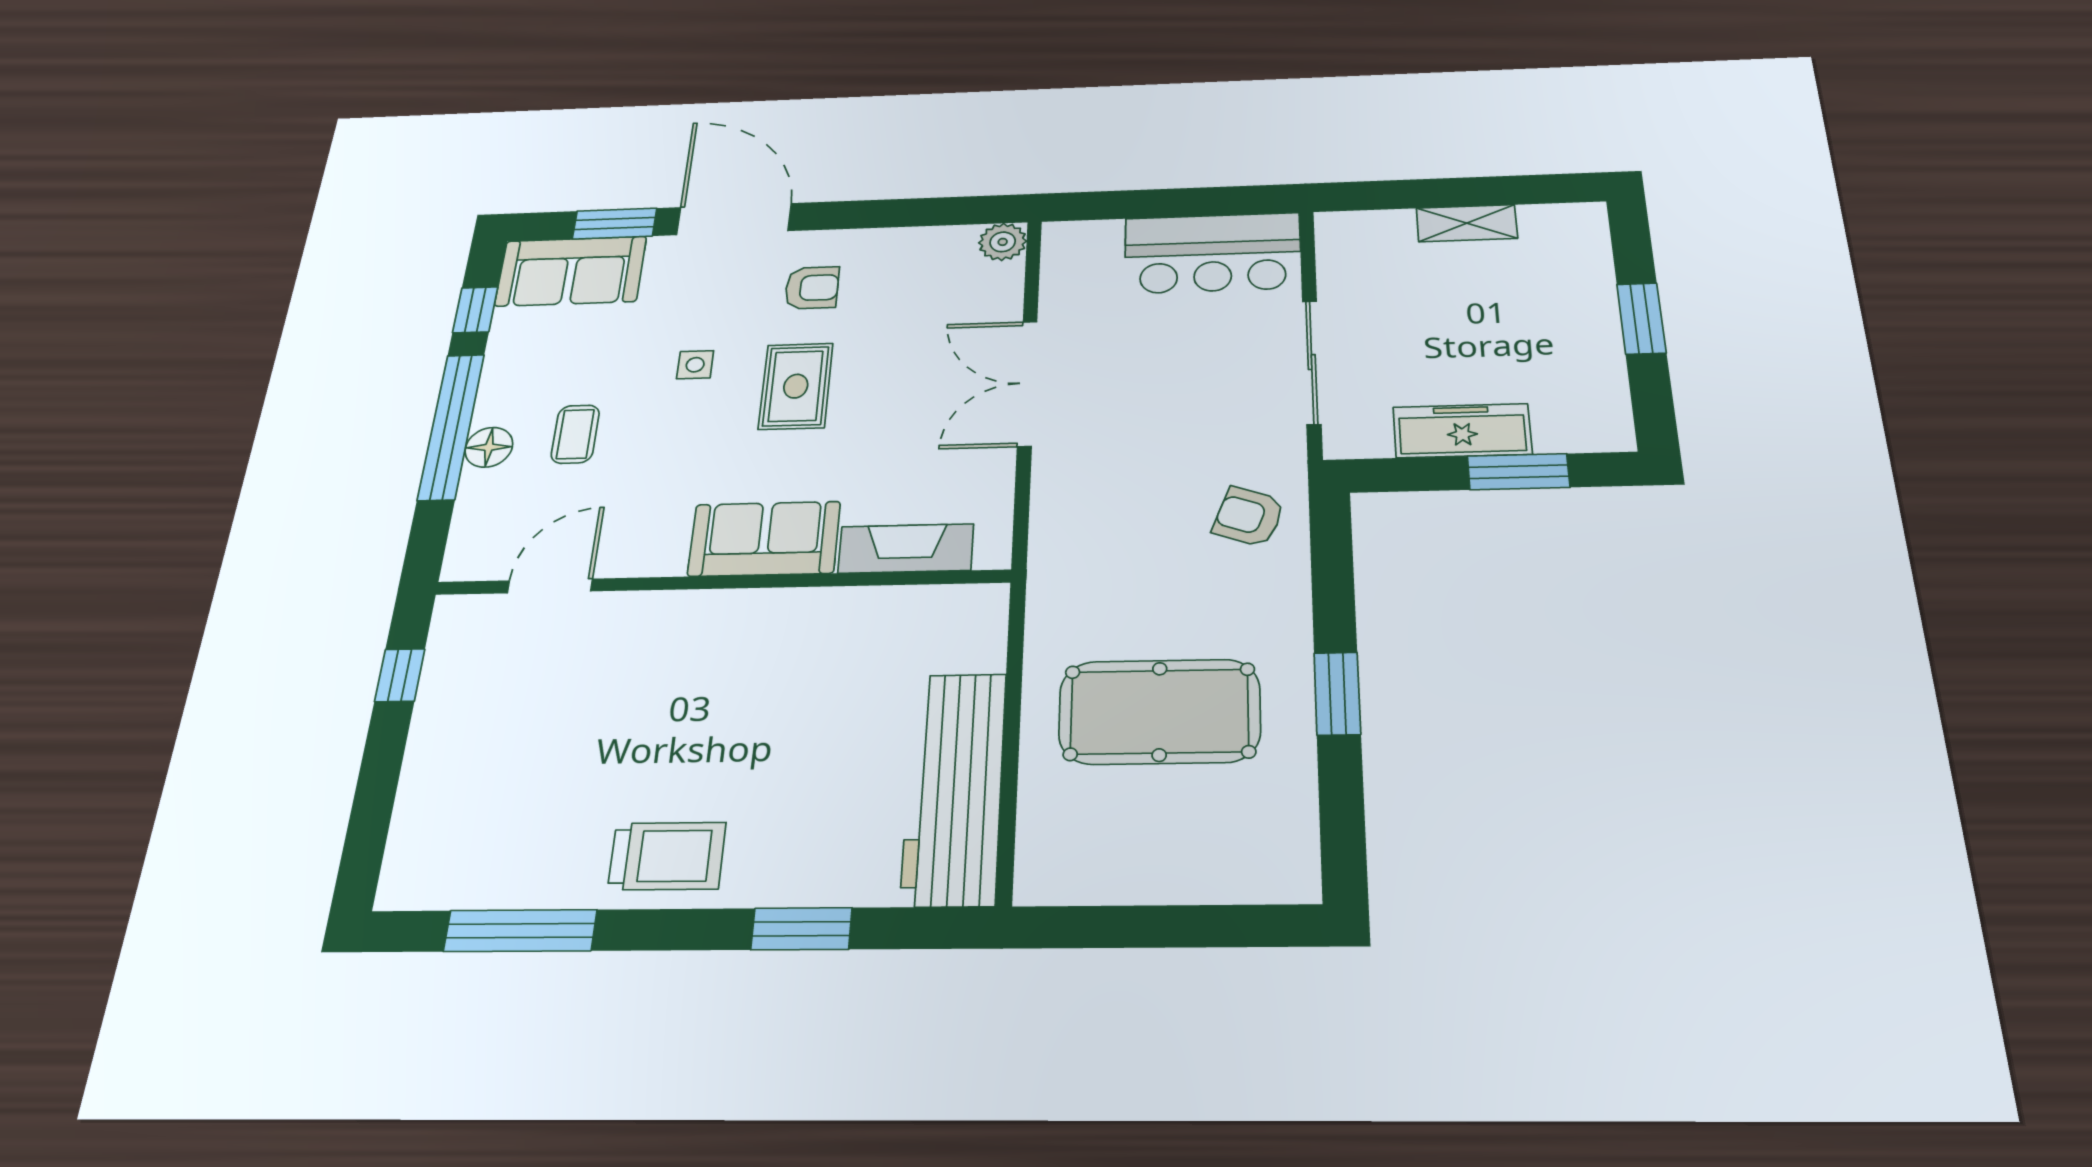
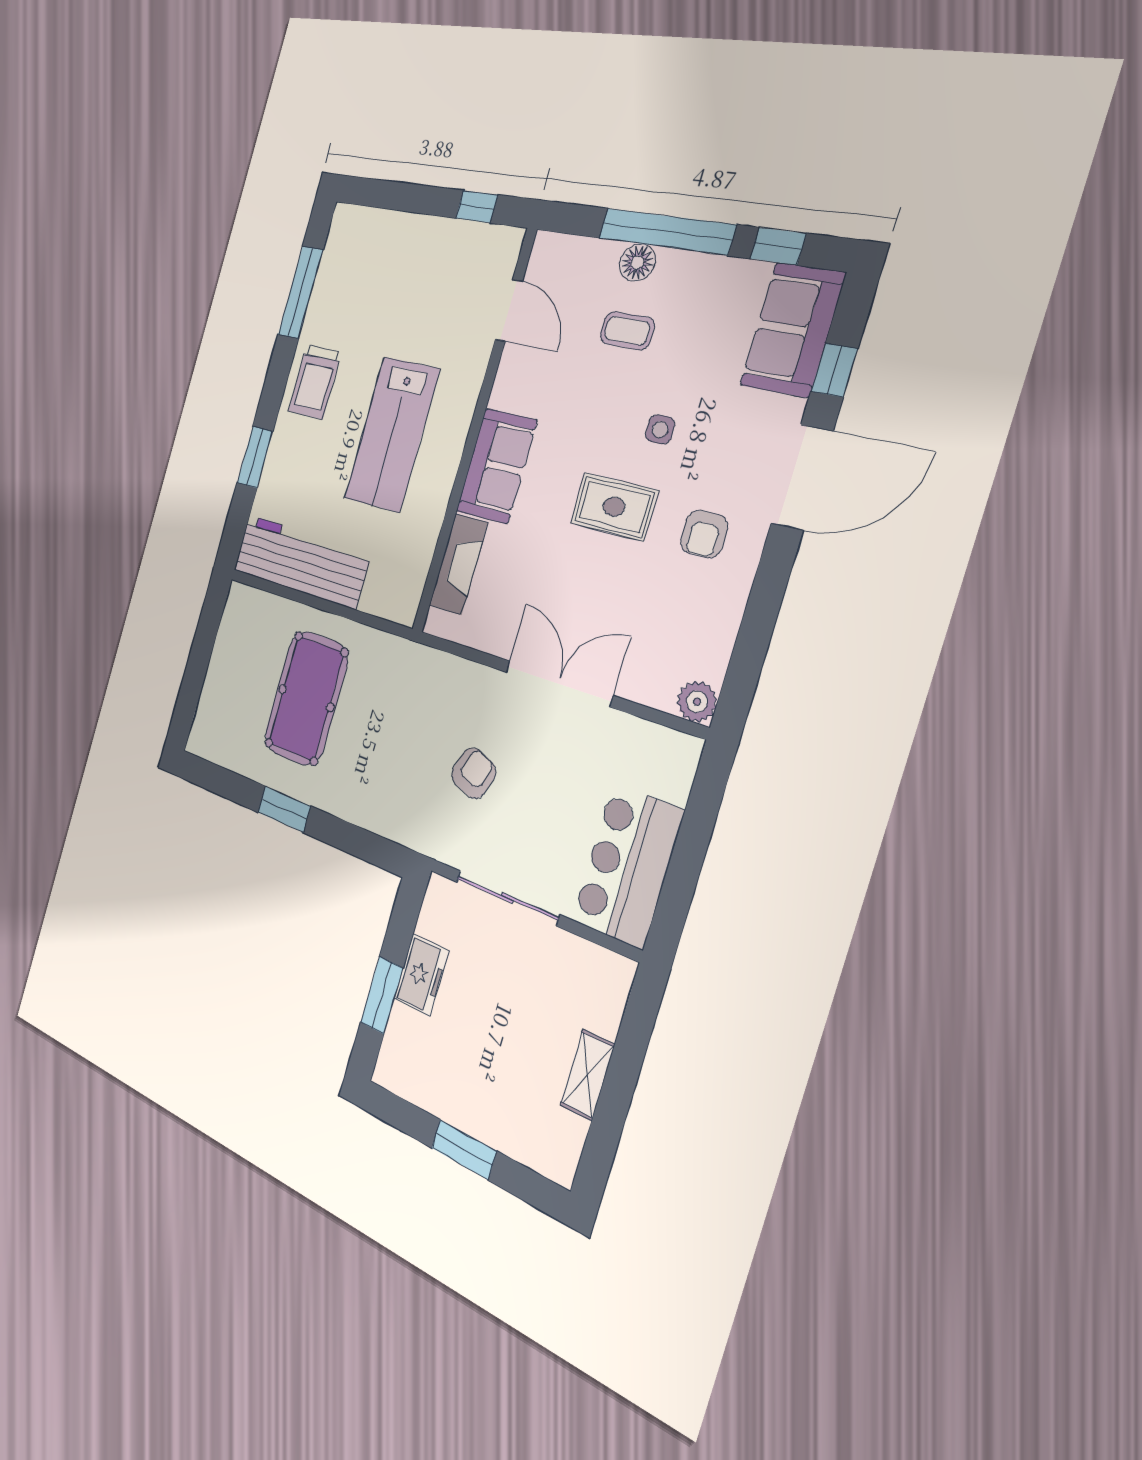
window: (615, 224) -> (834, 370), width x0.67
freezer: (1462, 431) -> (421, 975), width x0.71
armchair: (1249, 517) -> (474, 773), moved
lab bench: (737, 700) -> (392, 434), added

